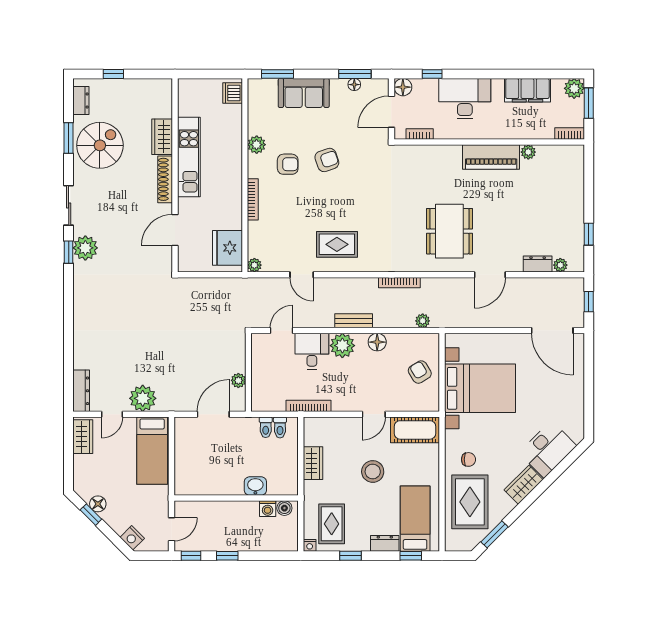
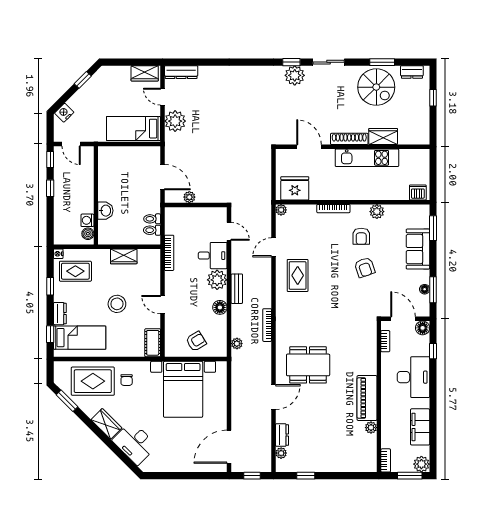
door: (490, 275) -> (273, 397), swing flipped
cot: (415, 430) -> (153, 343), width x0.73, depth x0.75
floor lamp: (98, 504) -> (91, 85), removed

